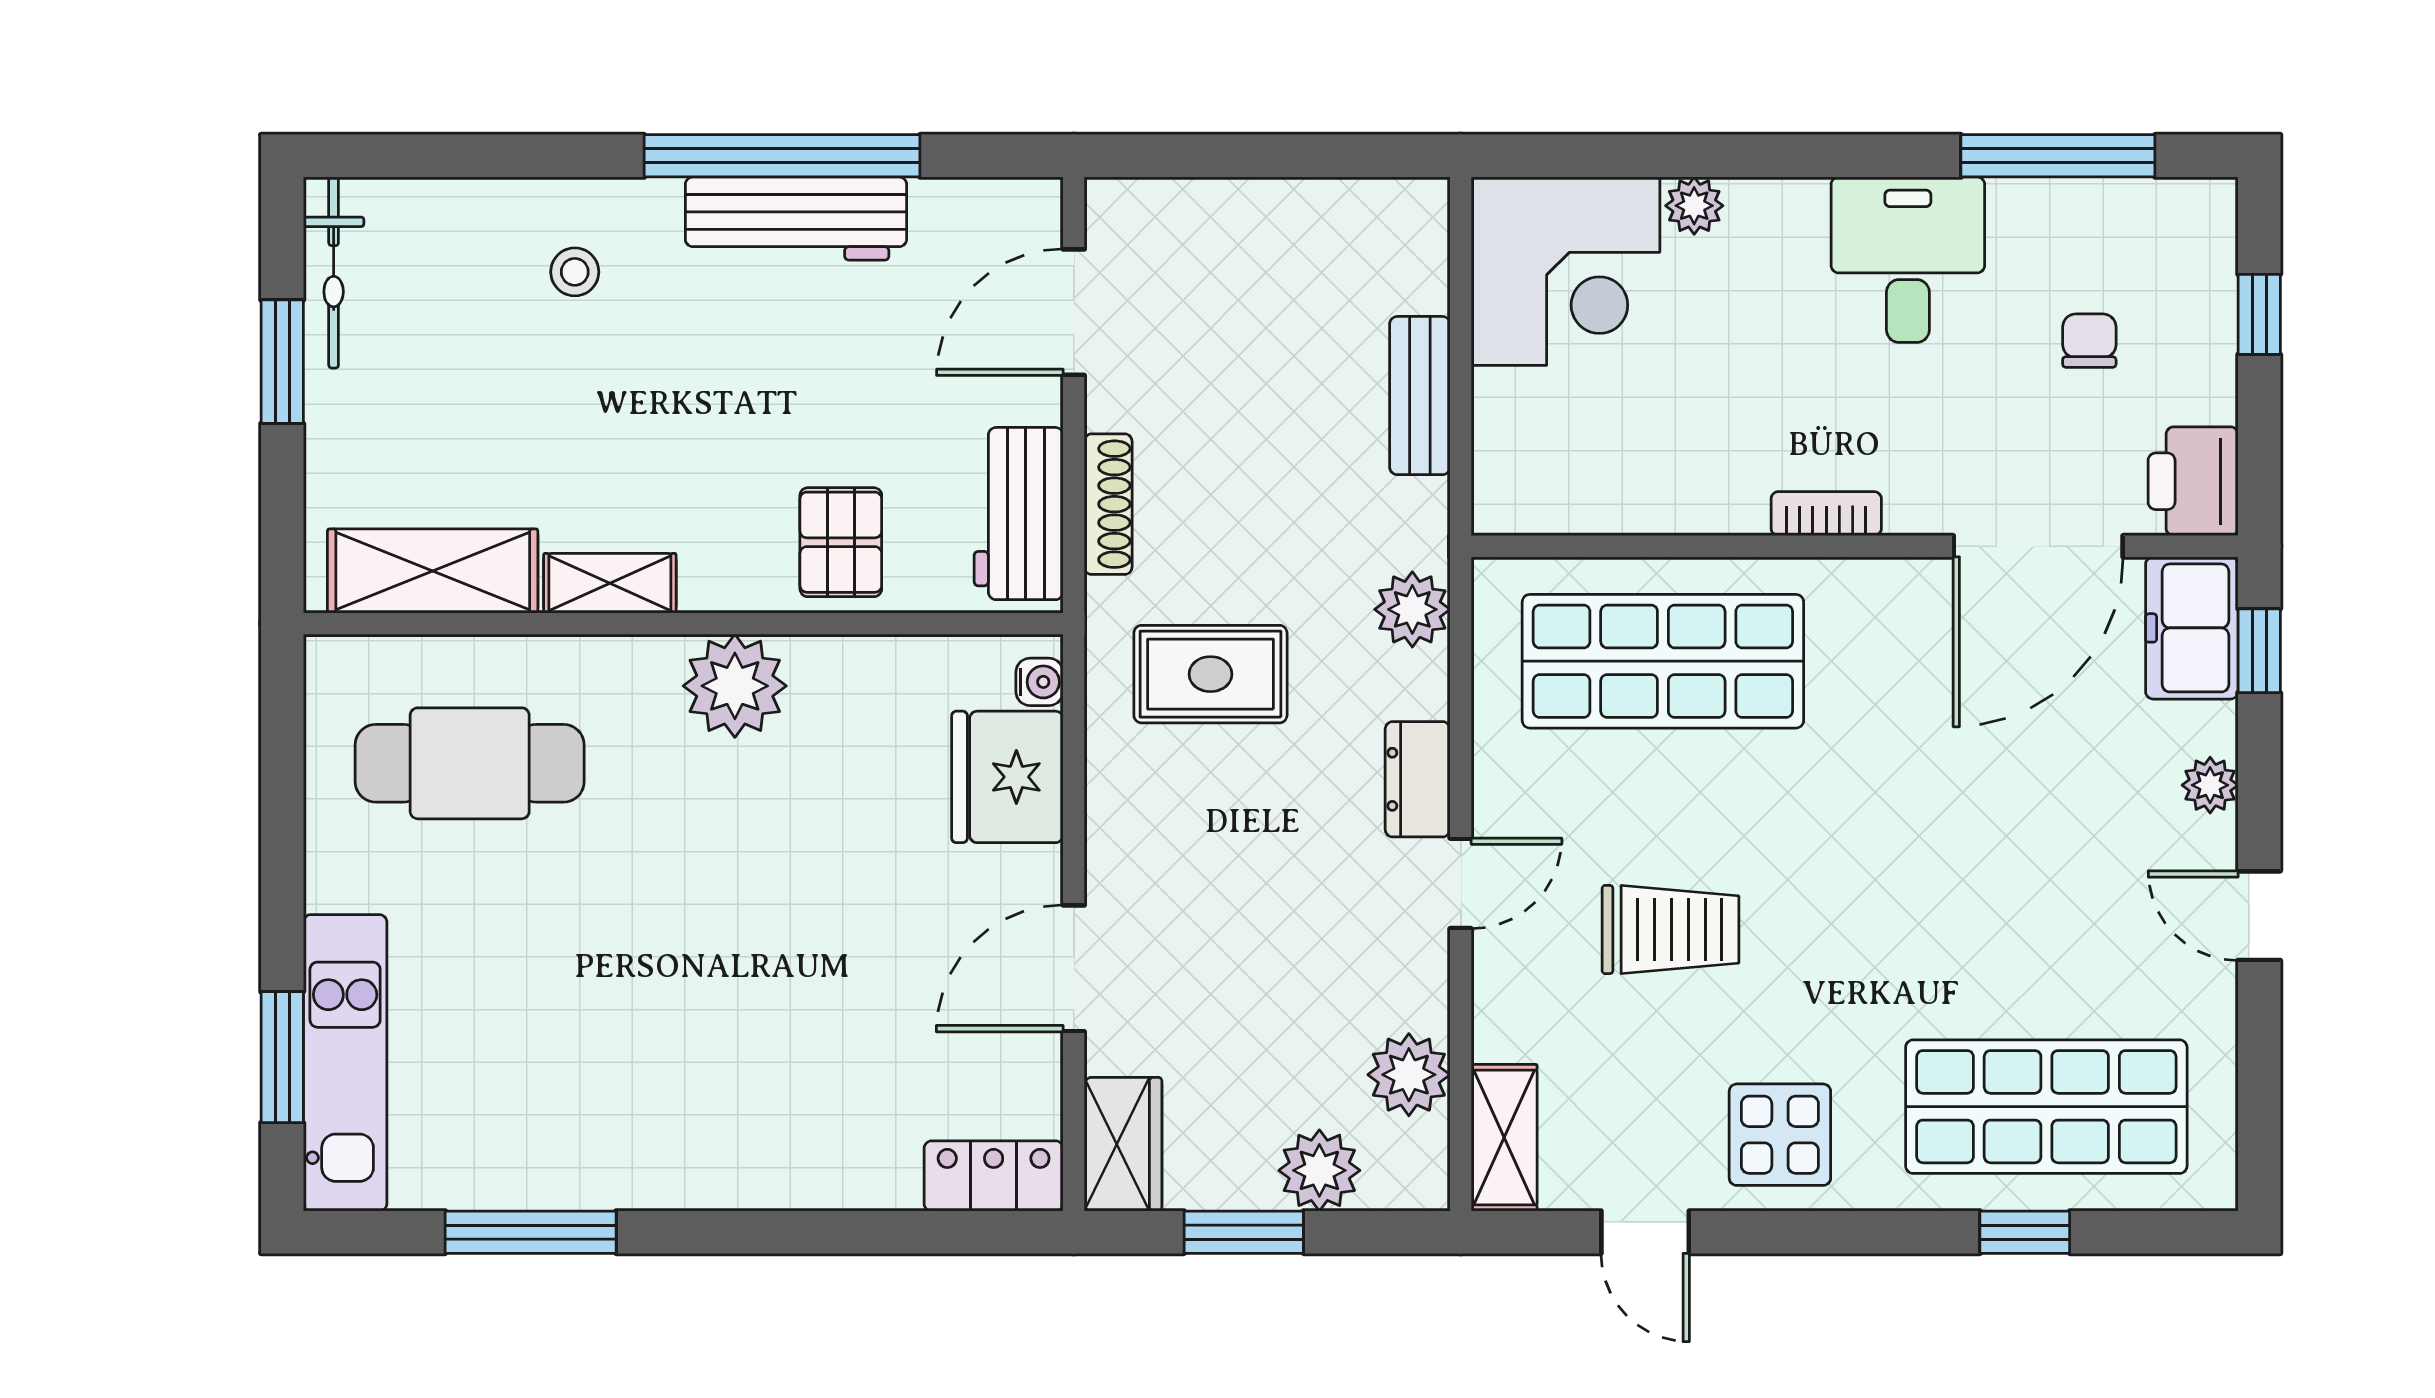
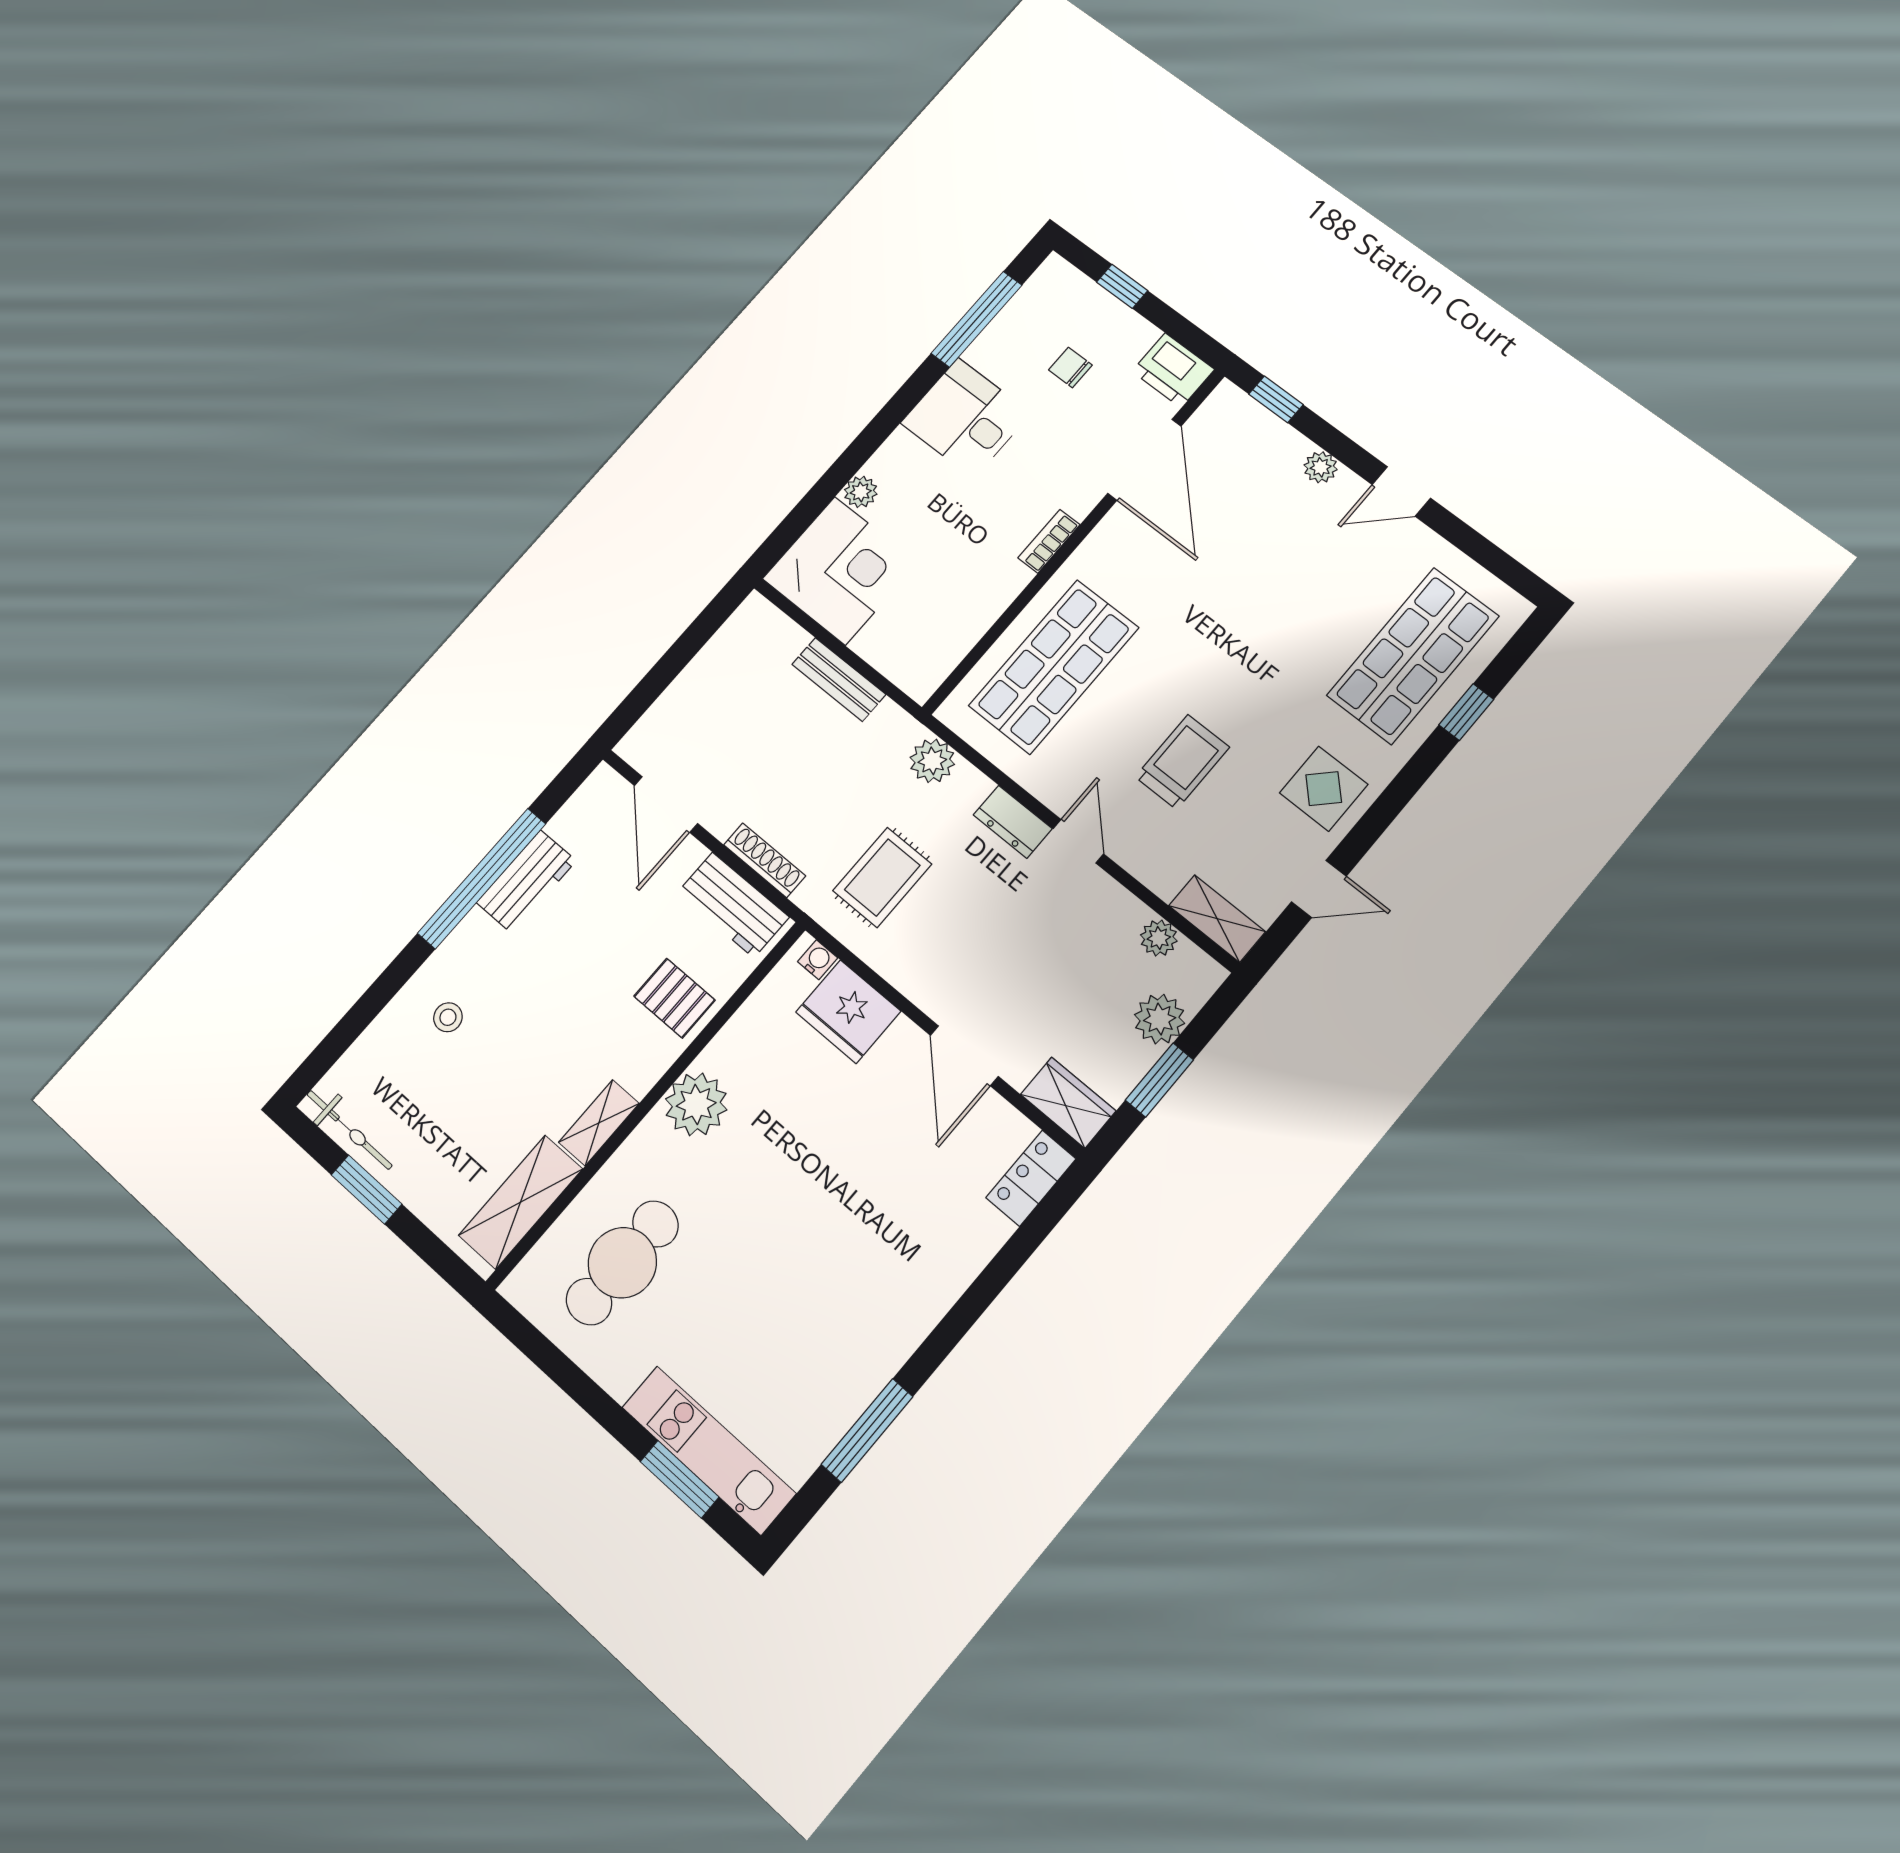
workbench: (796, 218) -> (526, 882), width x0.73
freezer: (2192, 628) -> (1240, 421), removed
plant: (1409, 1075) -> (1159, 938), width x0.73, depth x0.73

